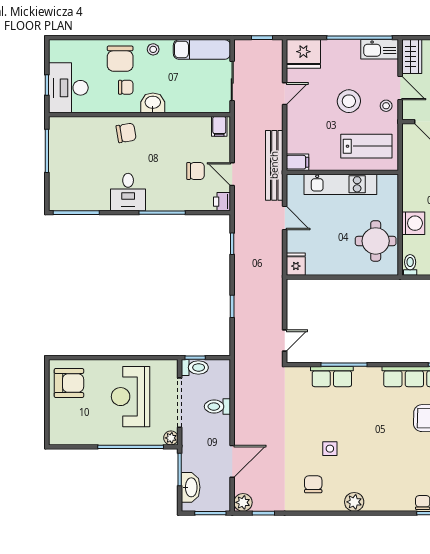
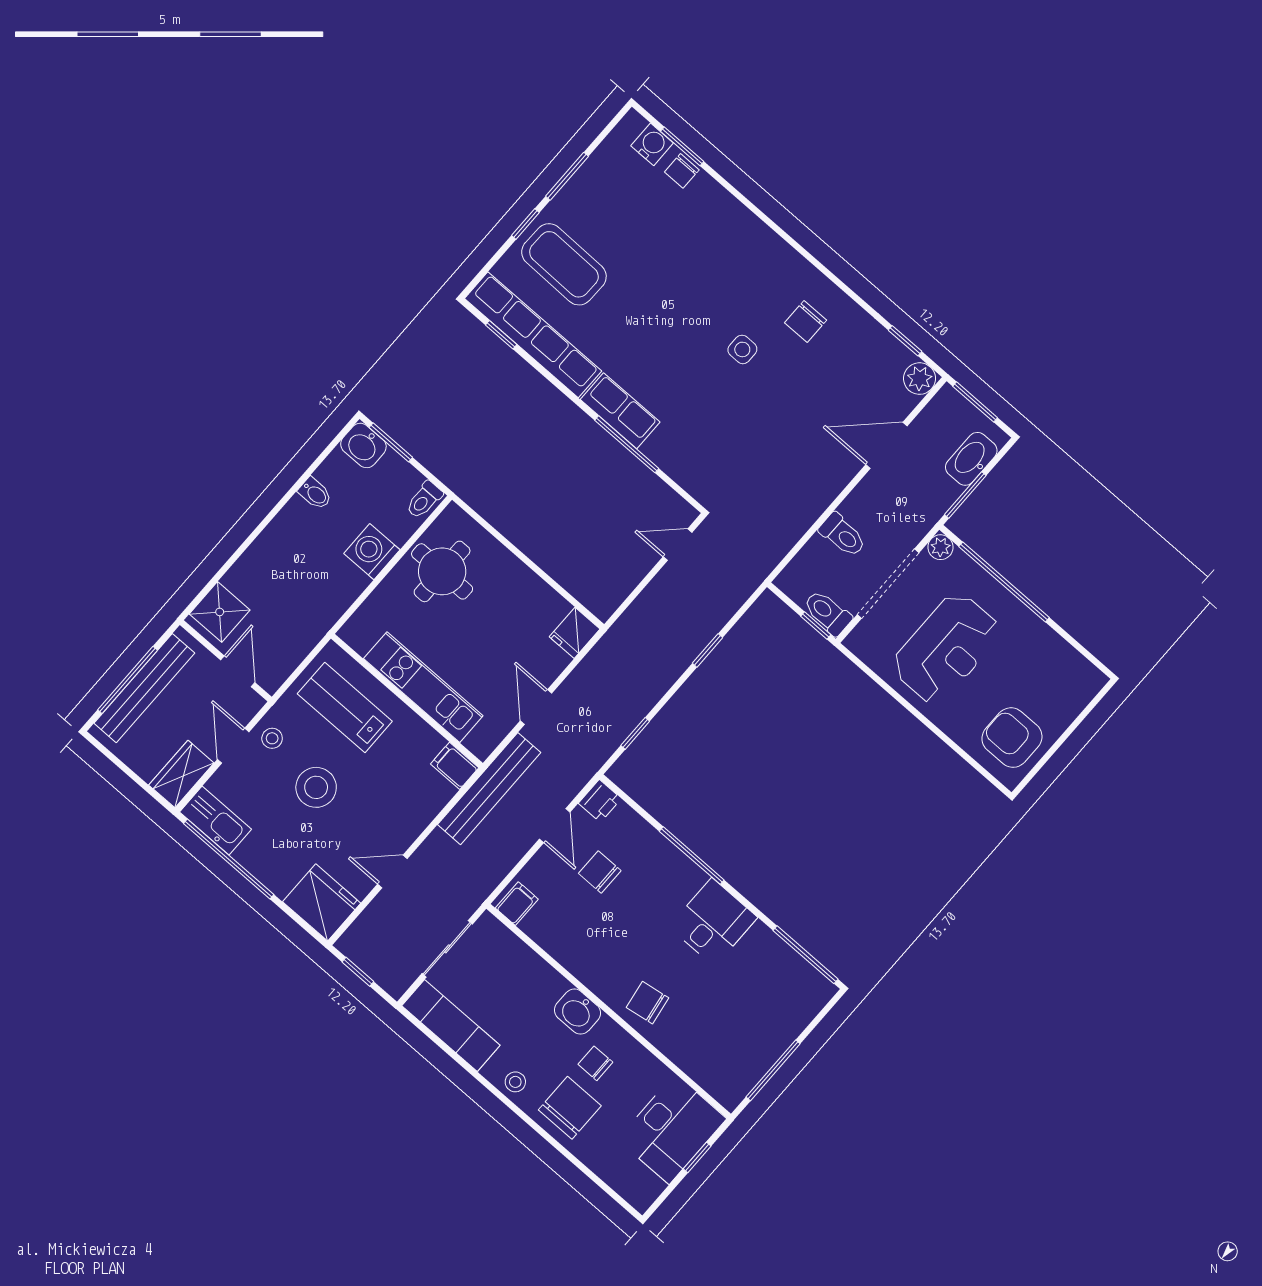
row of seats: (332, 377) -> (620, 411), moved
plant: (354, 502) -> (772, 251), removed

